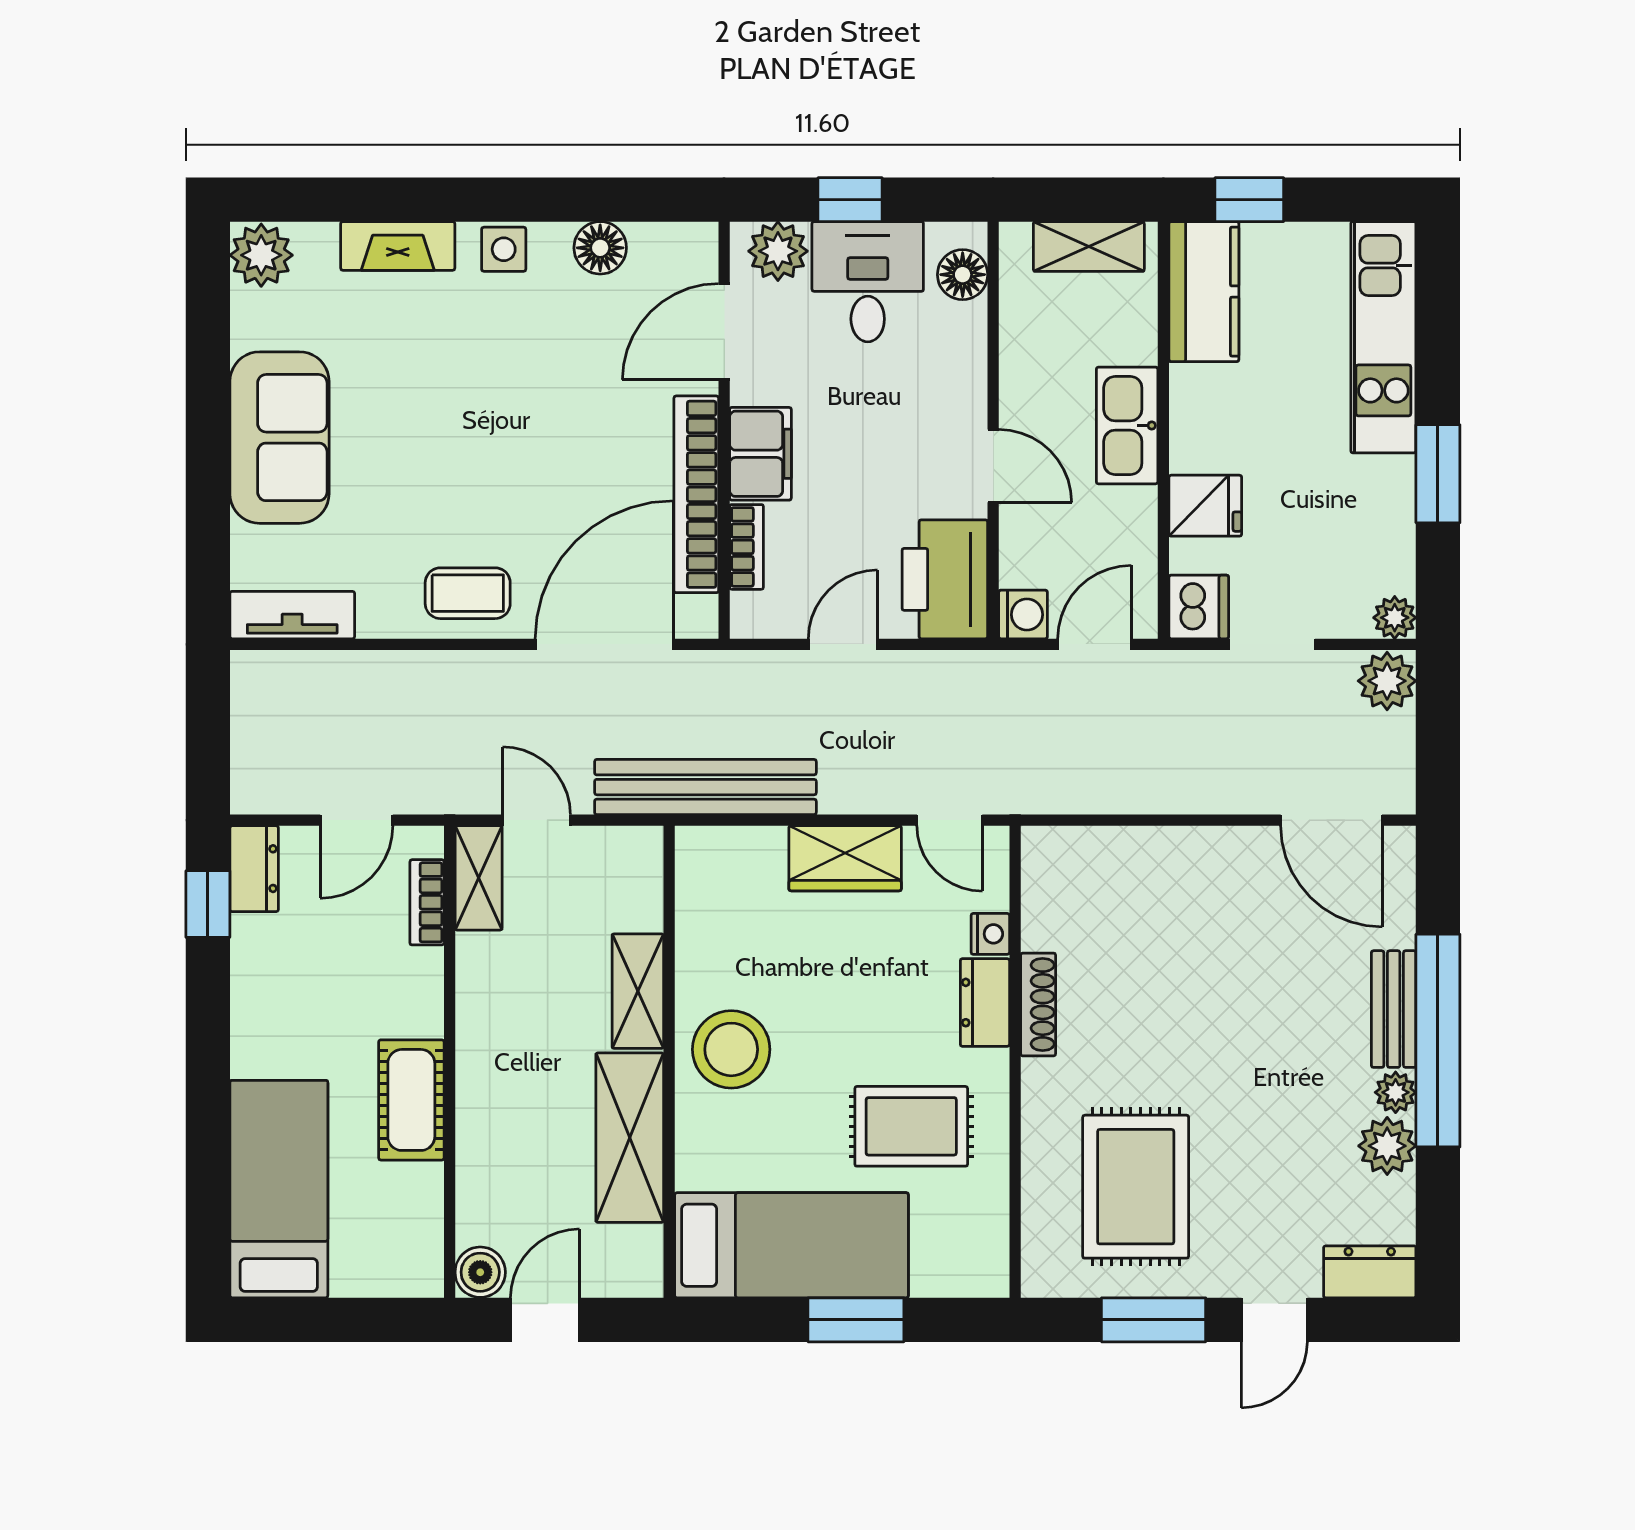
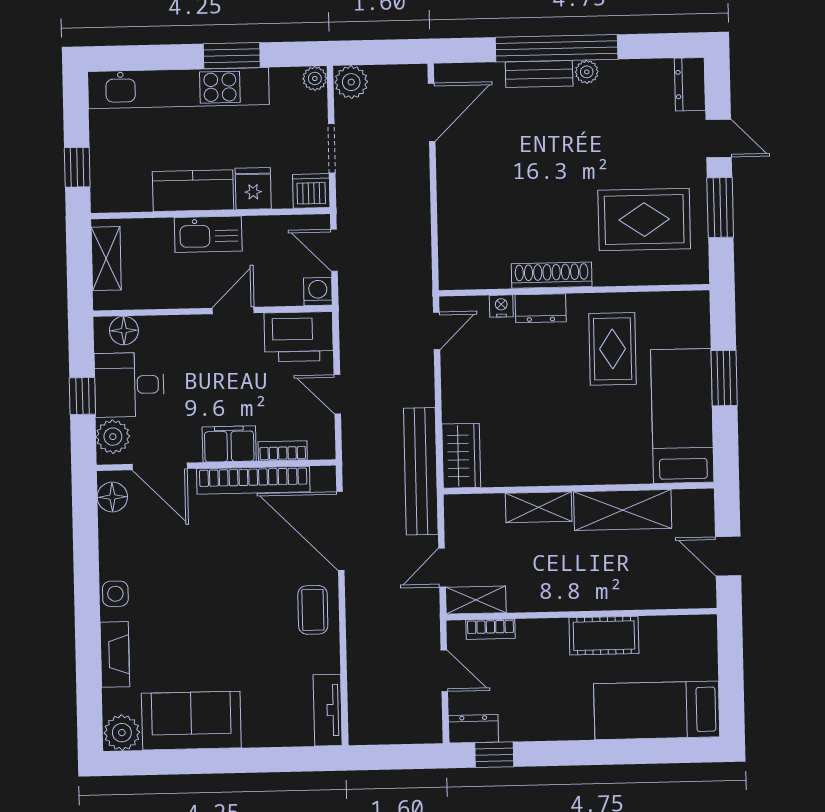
floor lamp: (600, 248) -> (112, 497), moved
kitchen counter: (1204, 292) -> (193, 191), moved
kitchen unit: (1383, 337) -> (178, 88), width x1.36
sofa: (279, 438) -> (191, 721), moved
wardrobe: (845, 858) -> (461, 456), moved
shoe rack: (1038, 1004) -> (552, 275), width x1.36, depth x1.24
stool: (731, 1049) -> (571, 453), removed
plant: (1387, 1146) -> (618, 76), removed
boiler: (480, 1272) -> (702, 594), removed

